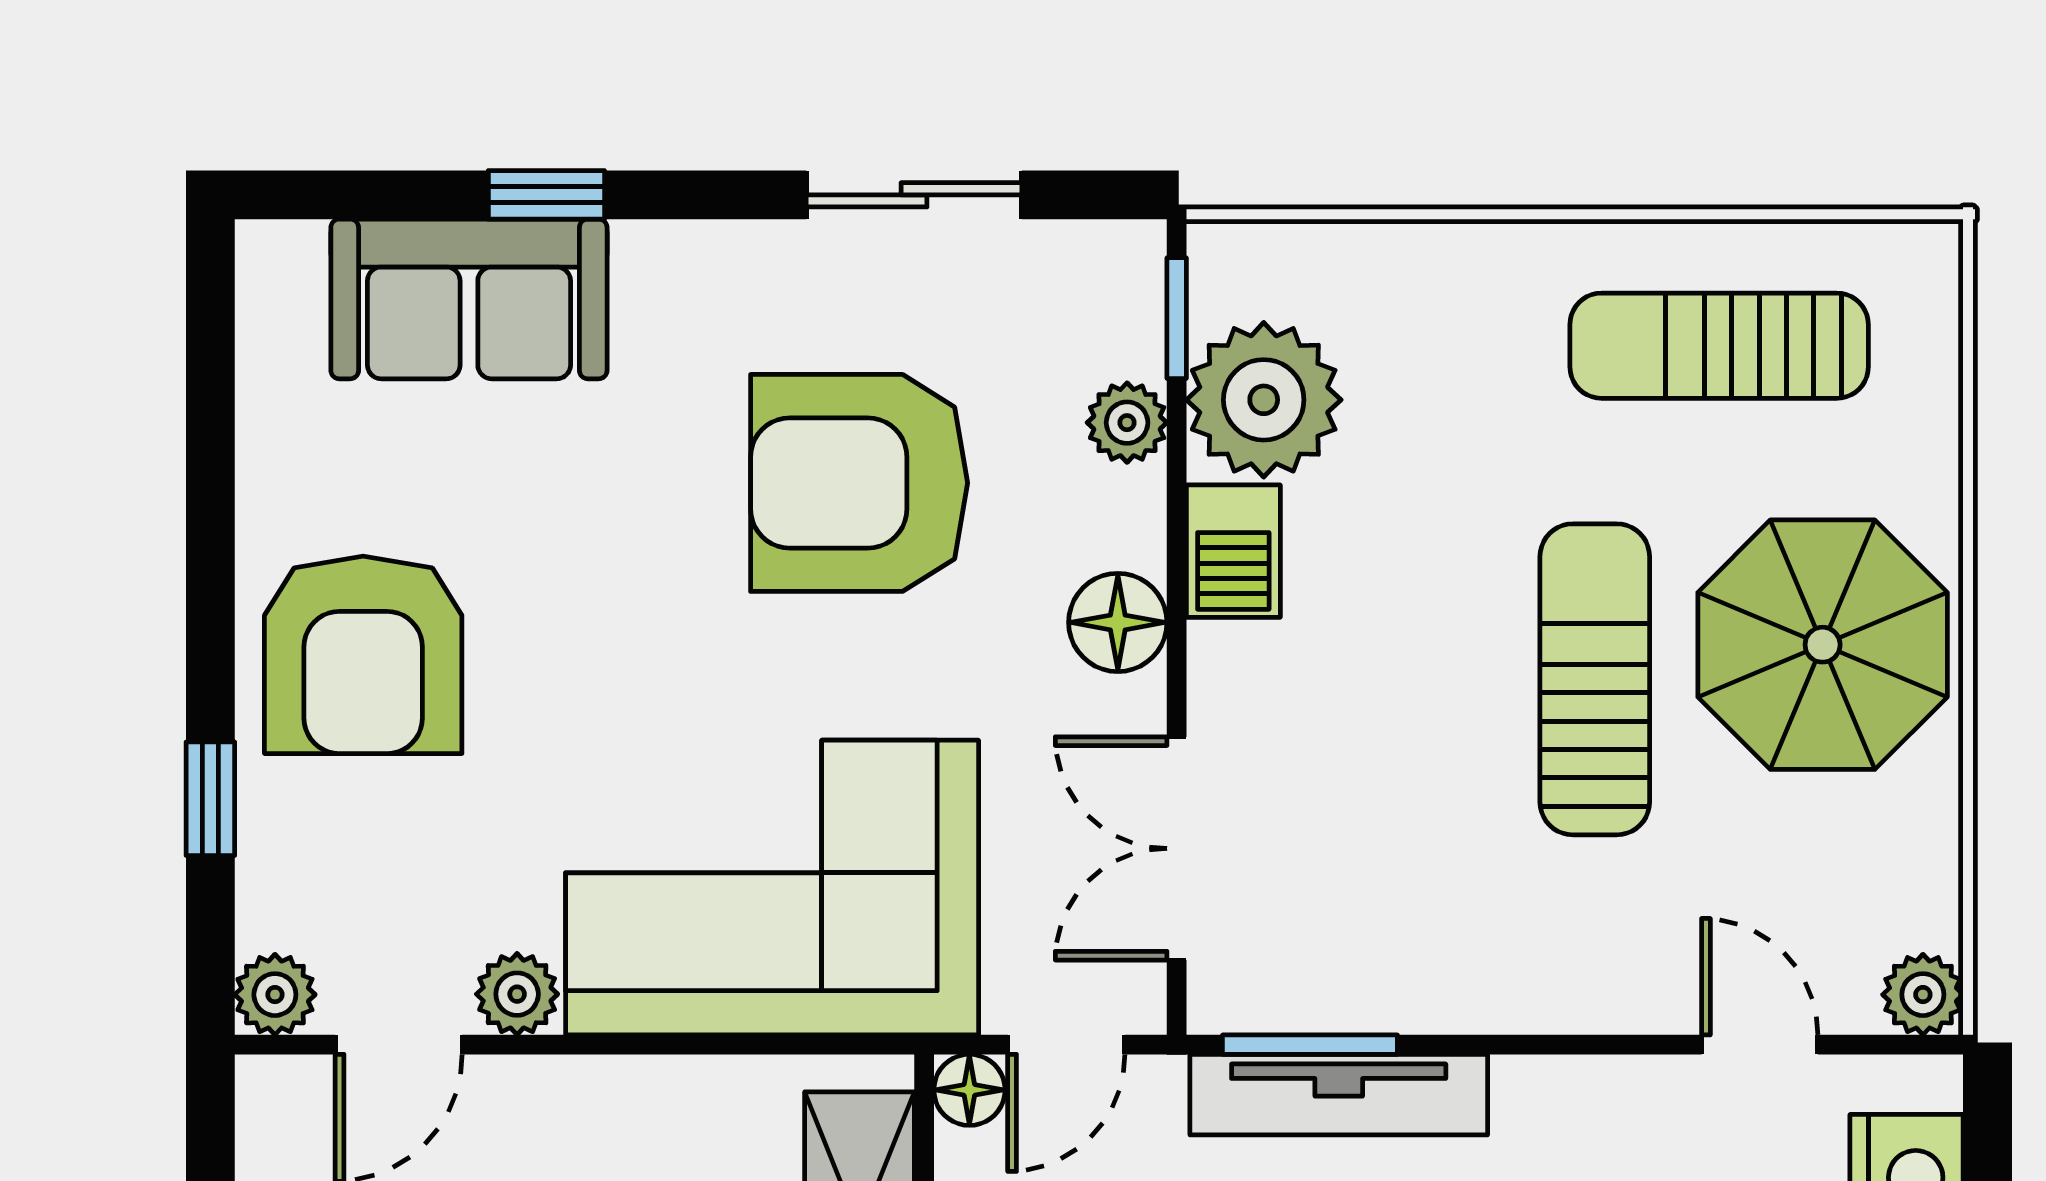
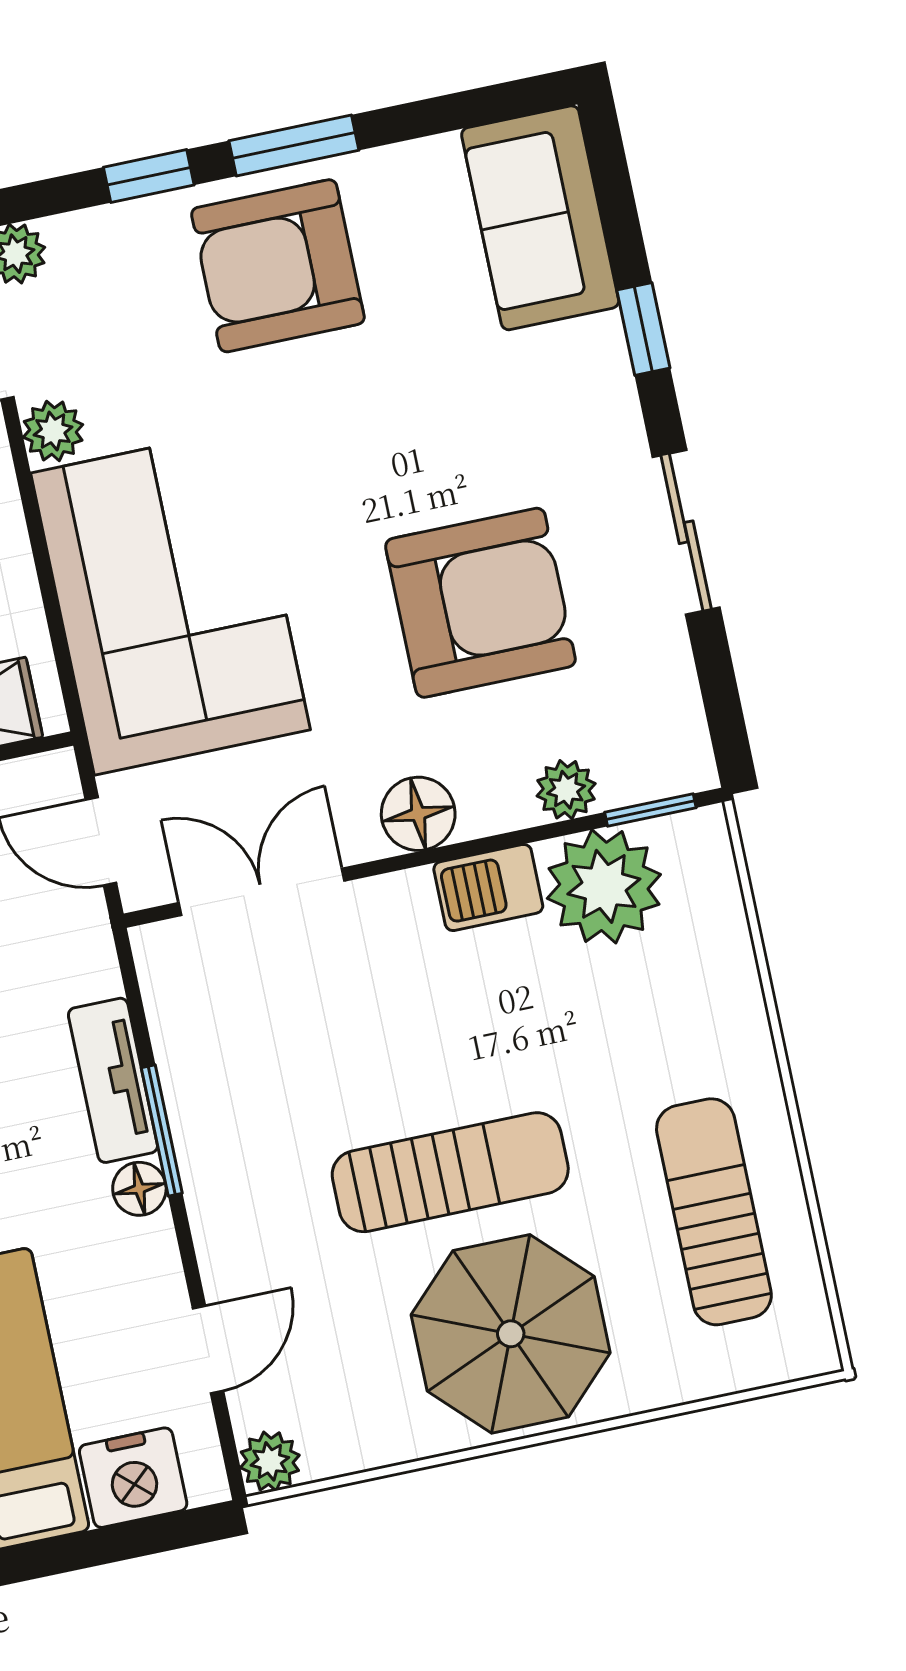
sliding door: (914, 195) -> (686, 532), moved
sofa: (469, 299) -> (540, 218), moved
armchair: (859, 483) -> (480, 603), turned 90
window: (210, 601) -> (294, 145), added
window: (1310, 1045) -> (162, 1131), moved
floor lamp: (969, 1090) -> (139, 1189), moved
tv unit: (1339, 1095) -> (113, 1080), width x0.71

